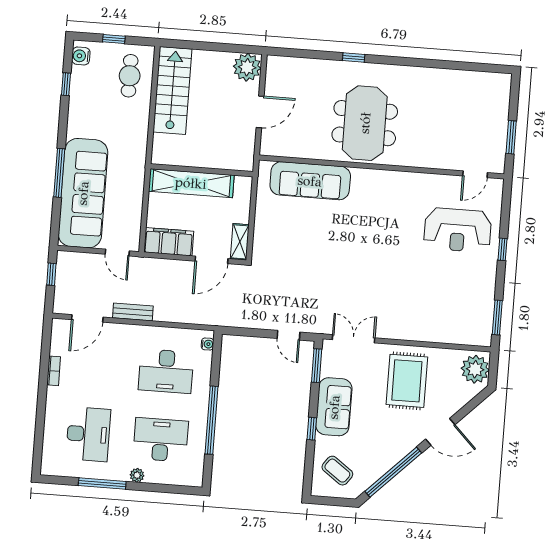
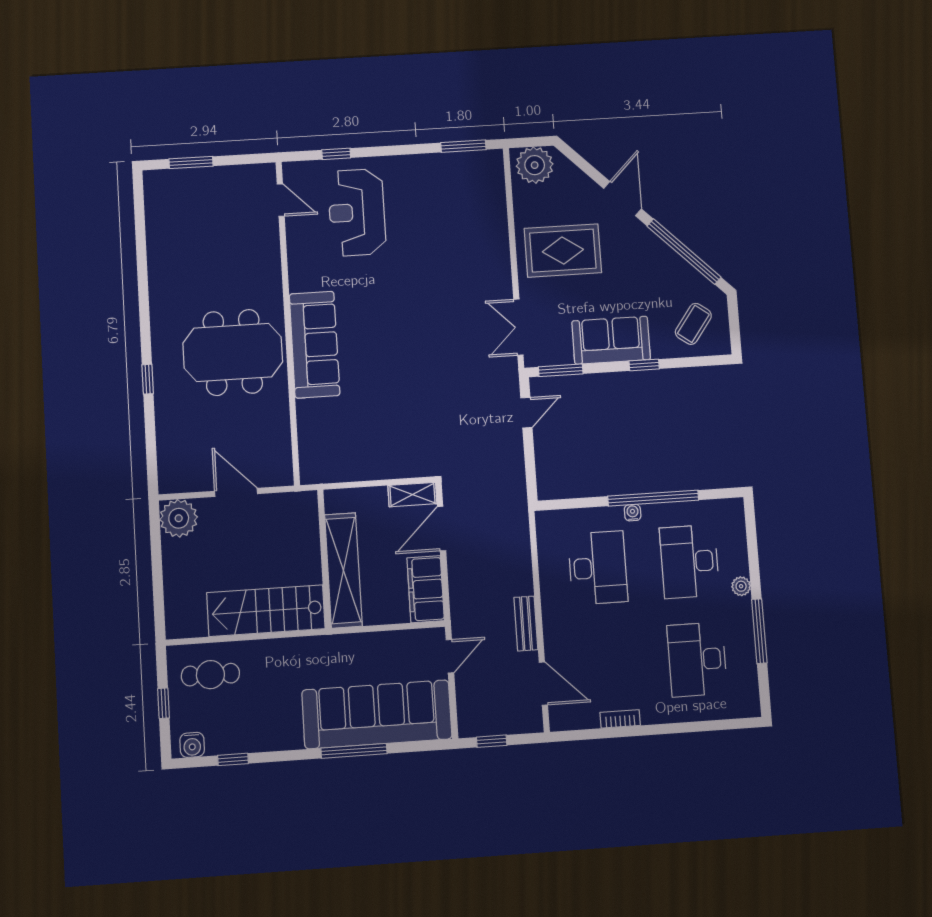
stairs: (173, 90) -> (266, 611), moved
window: (511, 137) -> (191, 163), moved
sofa: (310, 181) -> (315, 345), moved
reception desk: (458, 230) -> (357, 212), turned 180
window: (502, 249) -> (336, 154), moved
door: (212, 260) -> (442, 529), swing flipped
water cooler: (207, 344) -> (633, 513), moved
desk: (88, 434) -> (697, 659), turned -90

